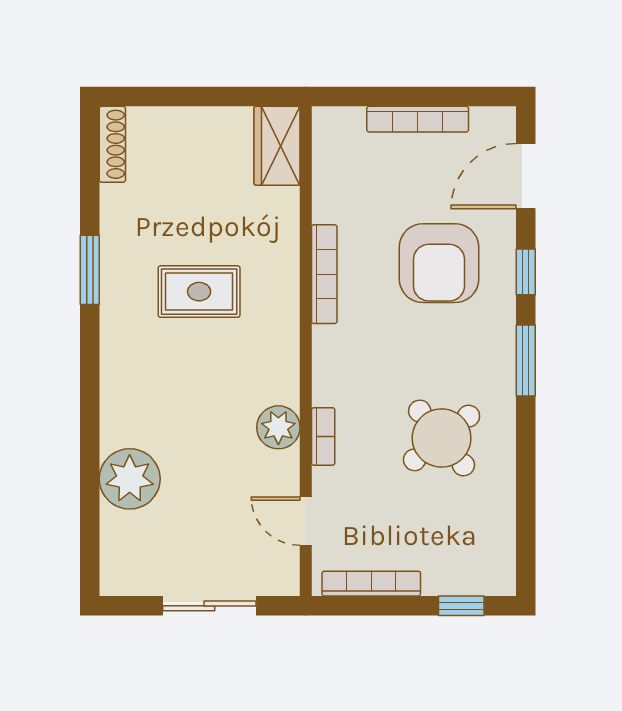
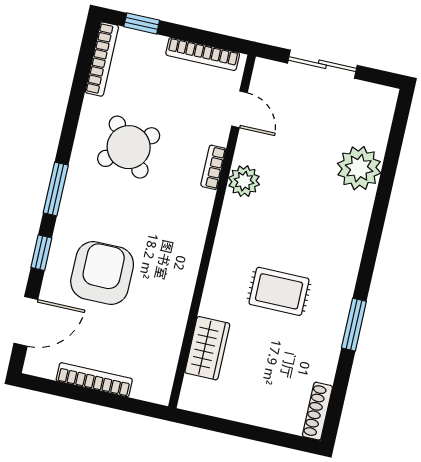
wardrobe: (277, 146) -> (207, 348), moved
bookcase: (324, 274) -> (102, 59), moved, turned 180

